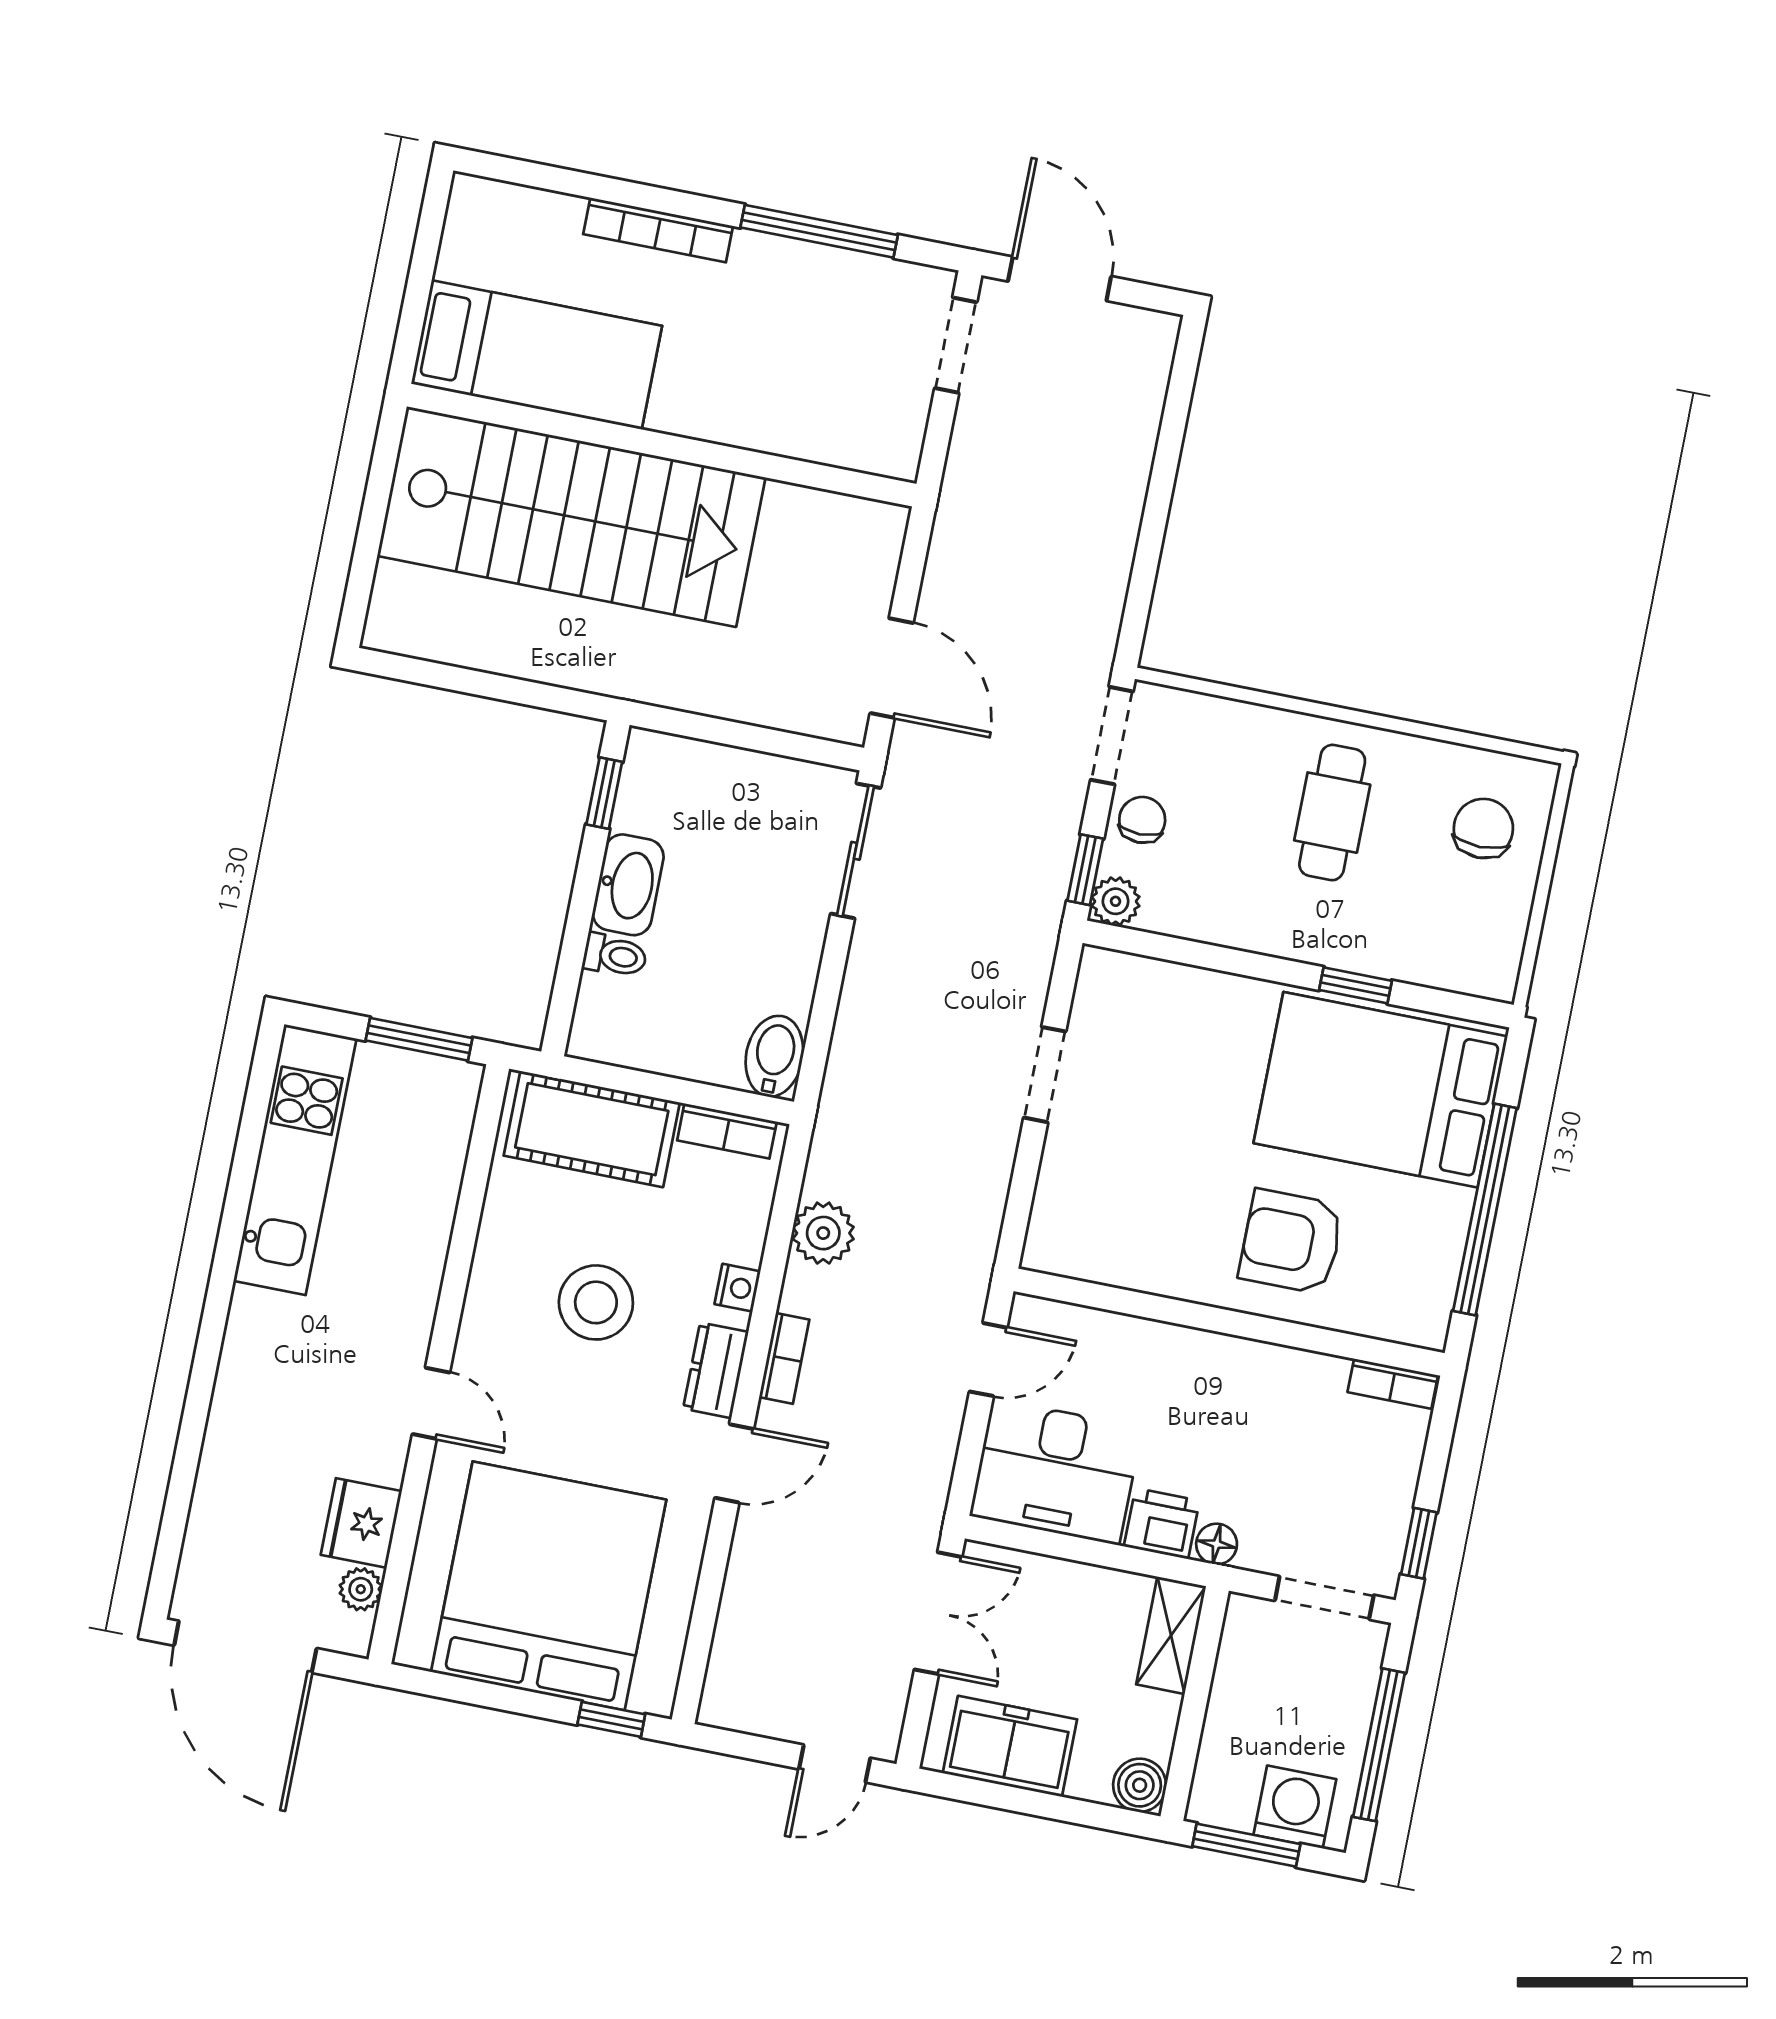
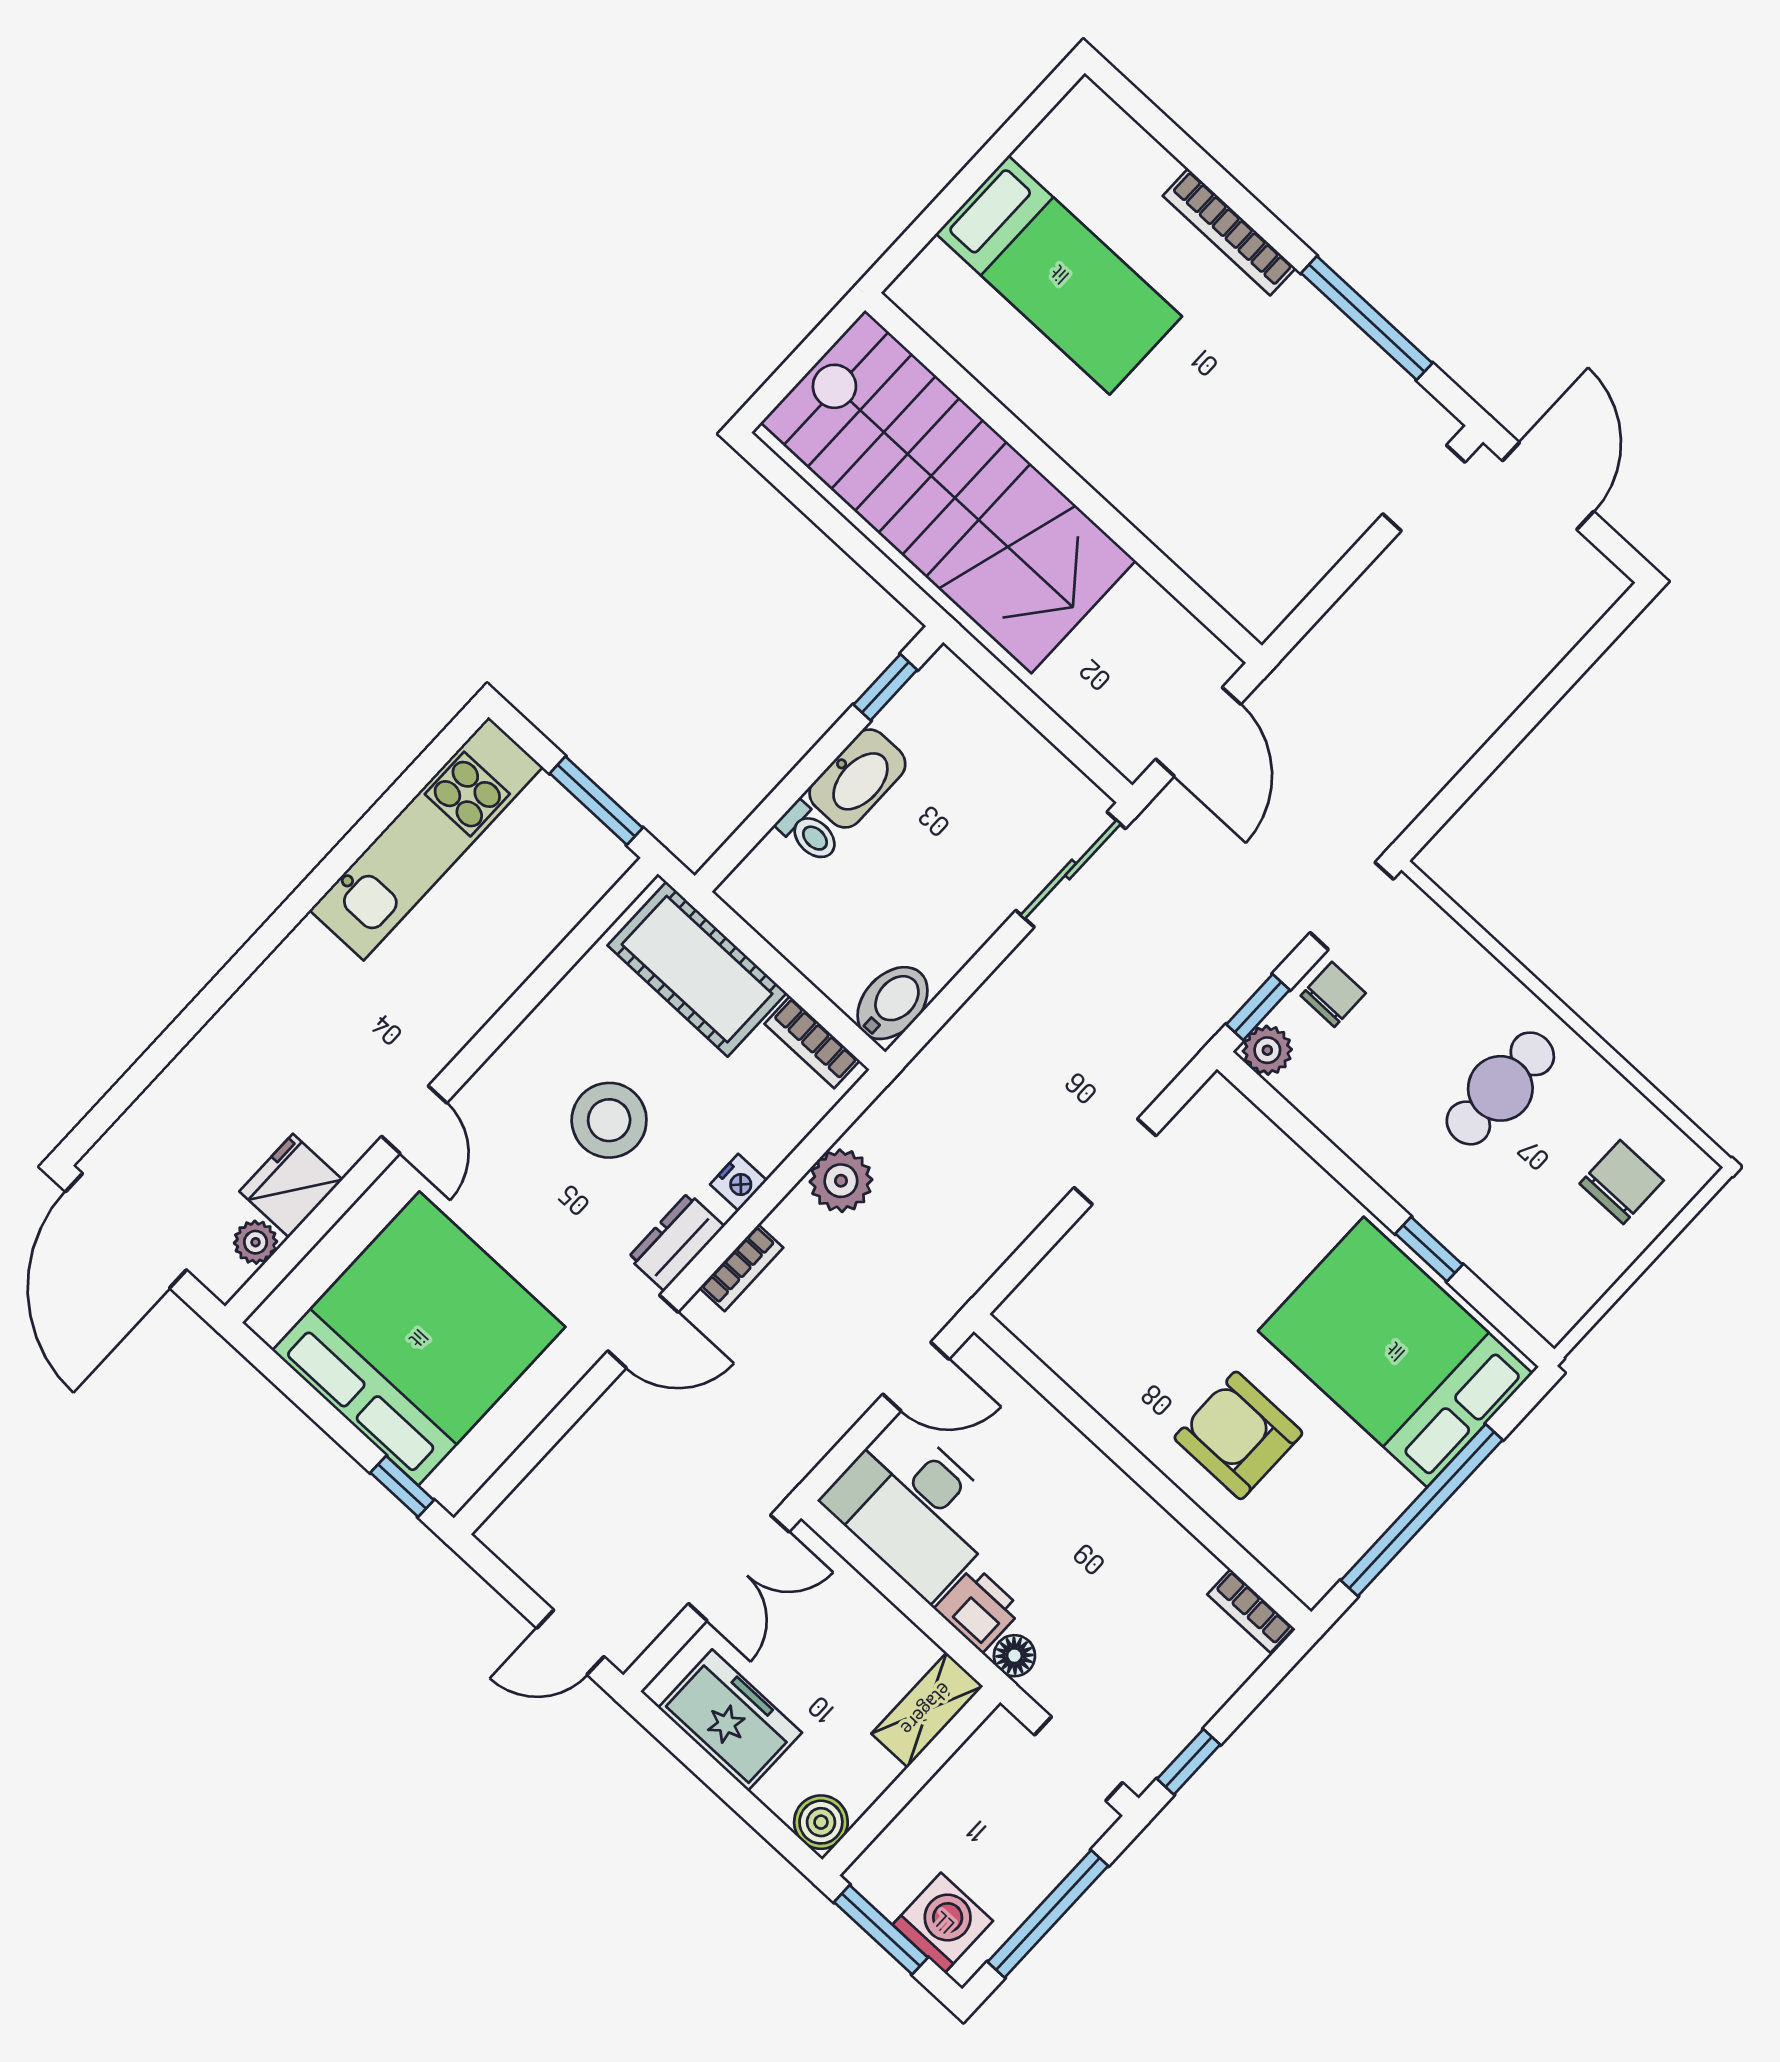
wall: (662, 445) -> (1063, 478), moved
stairs: (571, 517) -> (948, 492), moved

